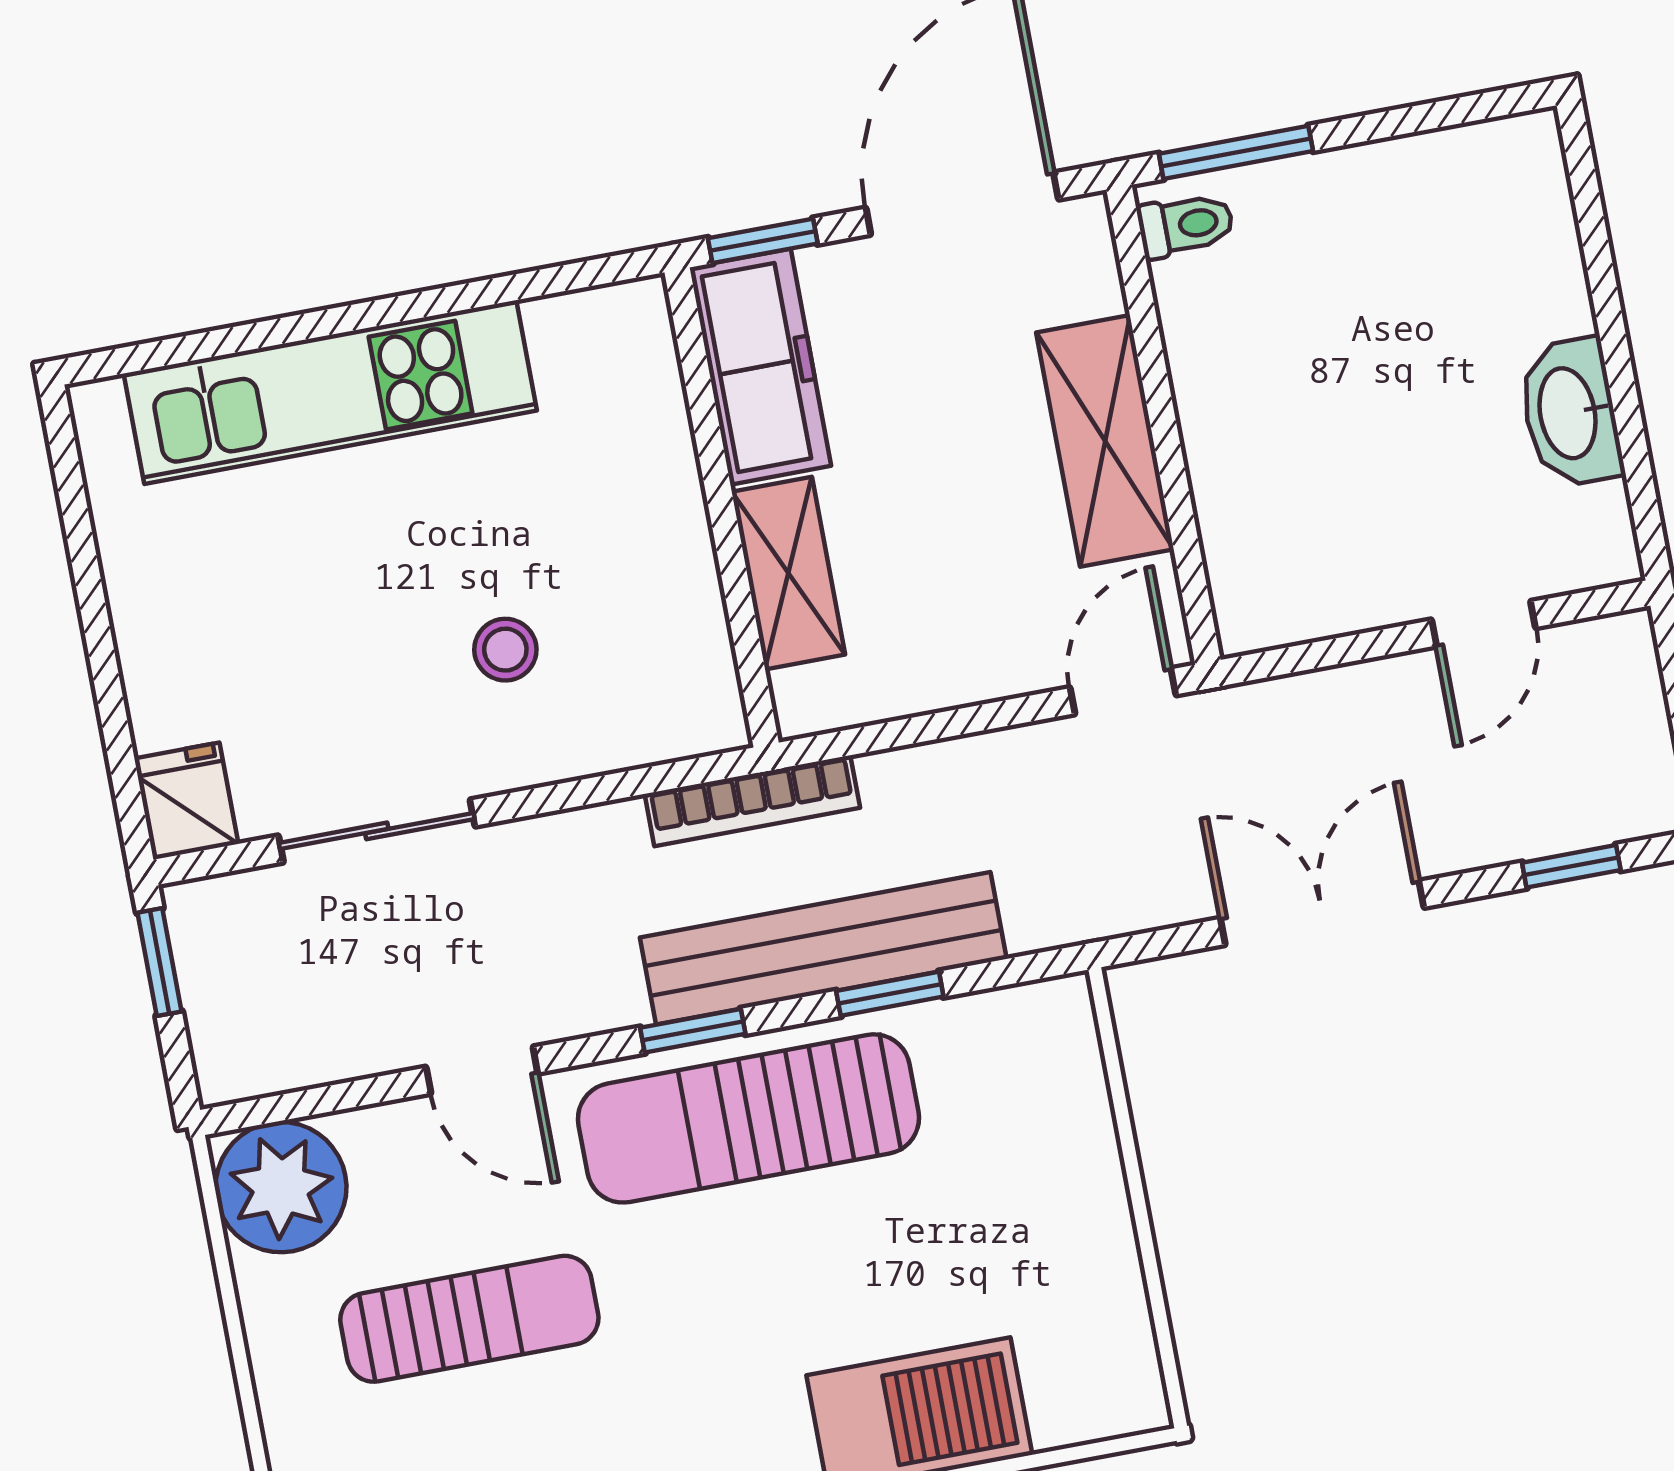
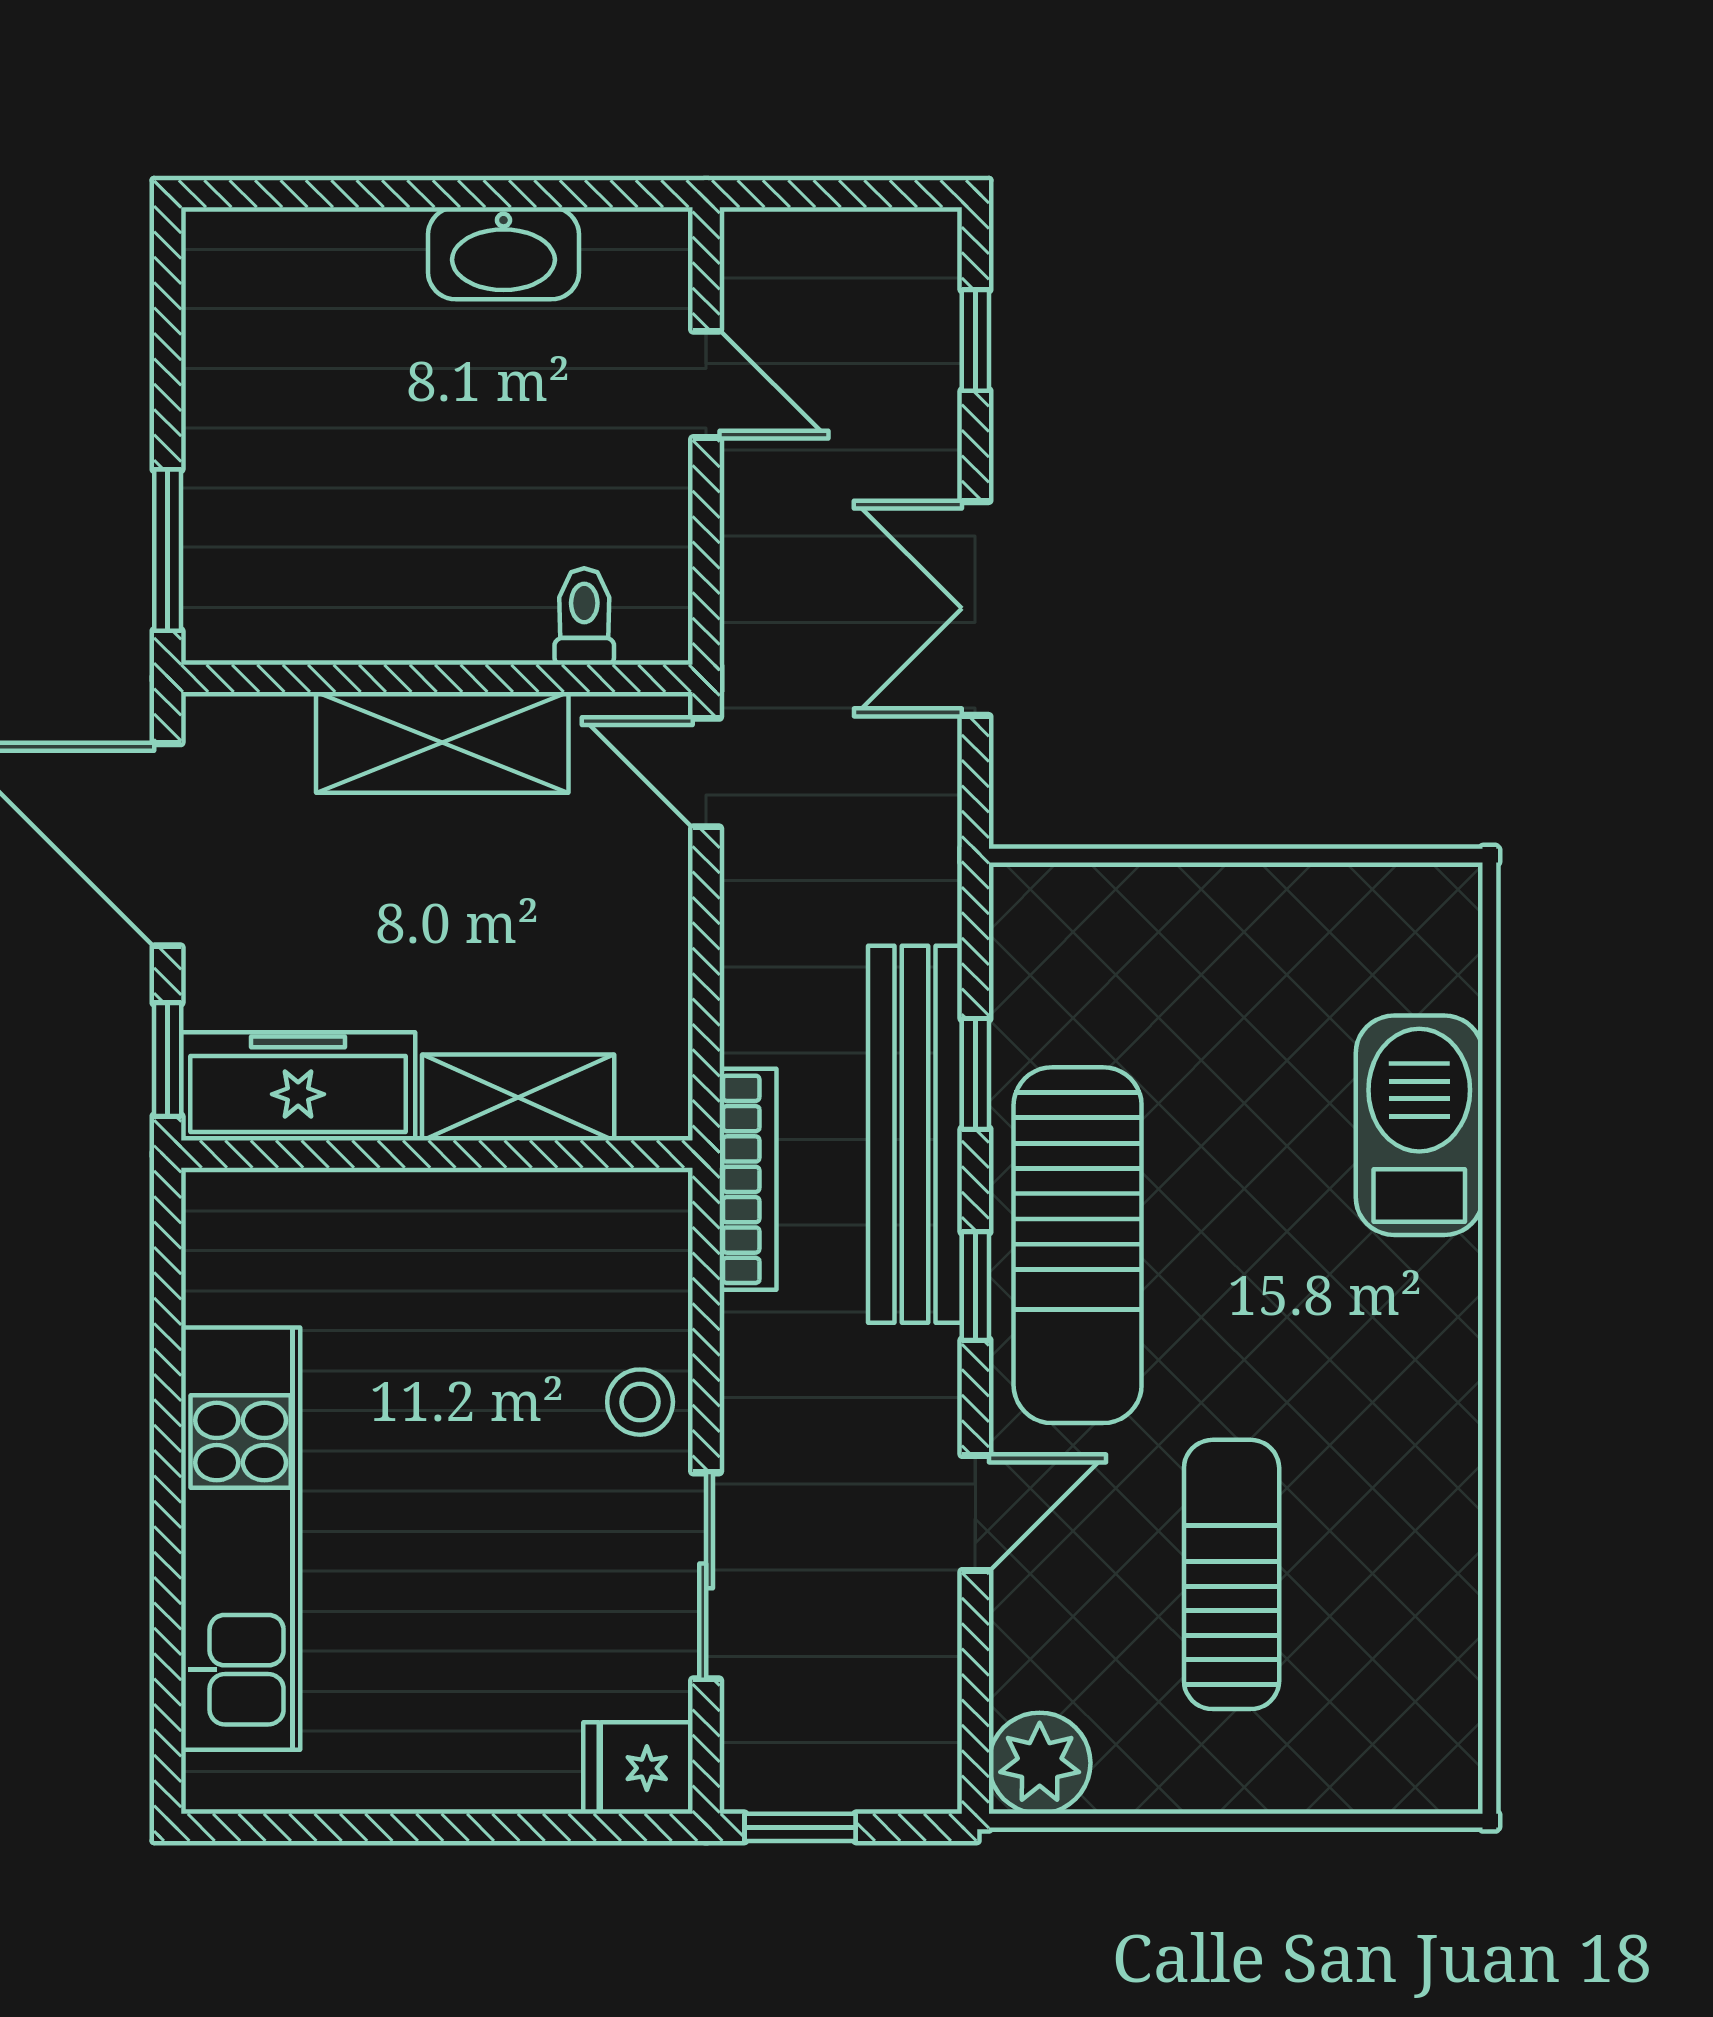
toilet: (1186, 225) -> (584, 617), moved
stool: (505, 650) -> (640, 1402), moved
plant: (281, 1187) -> (1040, 1763), width x0.73, depth x0.73

